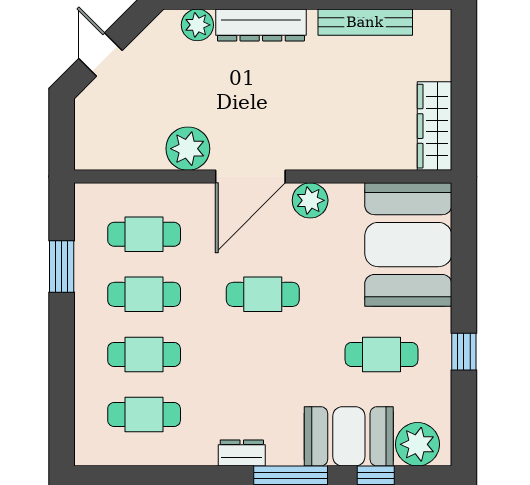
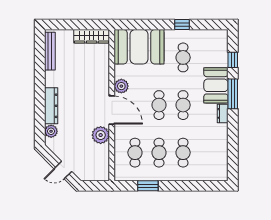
bench: (365, 22) -> (50, 51), moved
cafe table: (144, 415) -> (183, 105), moved
booth: (349, 436) -> (216, 85), moved
plant: (418, 444) -> (219, 43), removed

